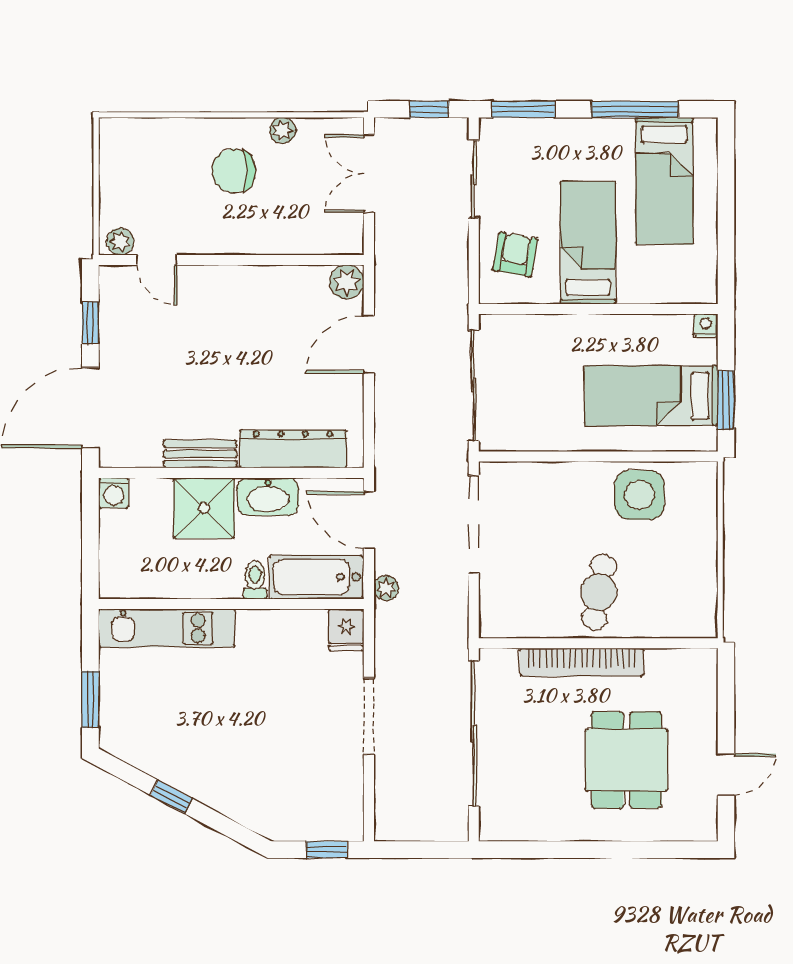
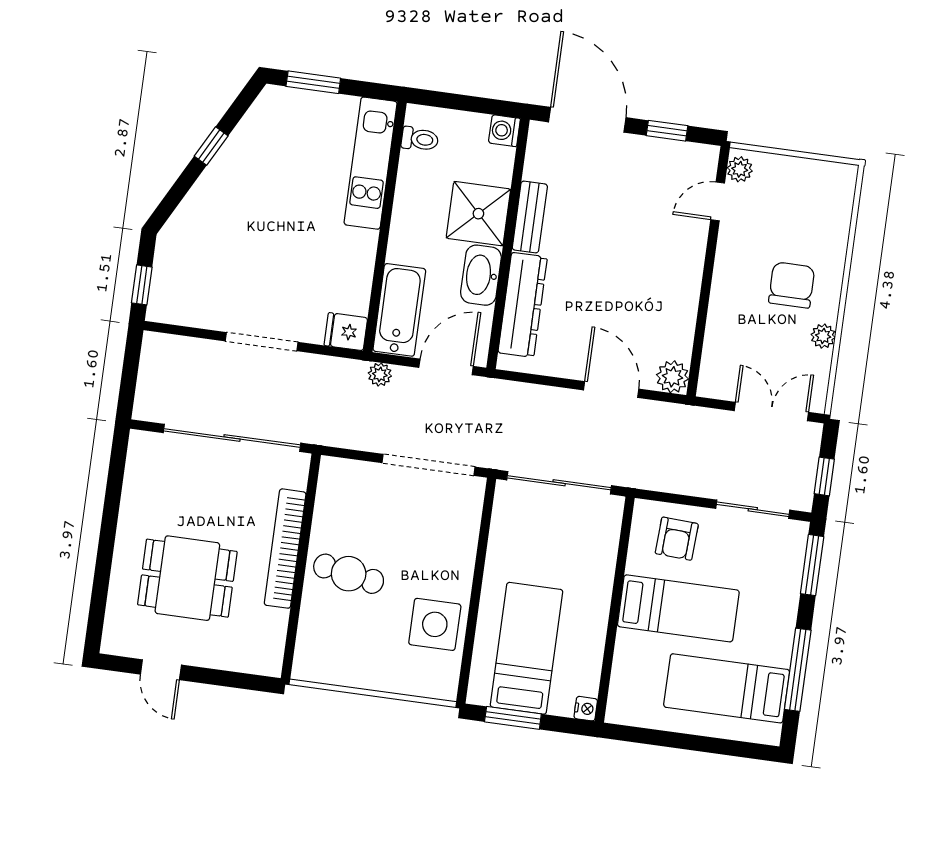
armchair: (515, 254) -> (677, 539), turned 83
toilet: (255, 580) -> (420, 139), moved

